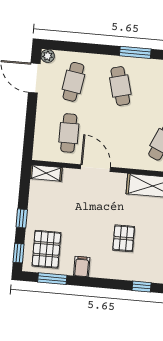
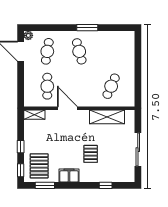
filing cabinet: (82, 267) -> (69, 176), width x2.00

